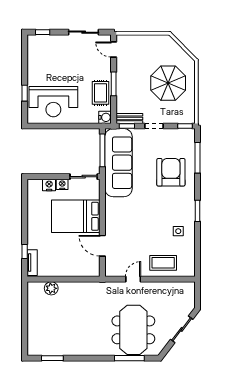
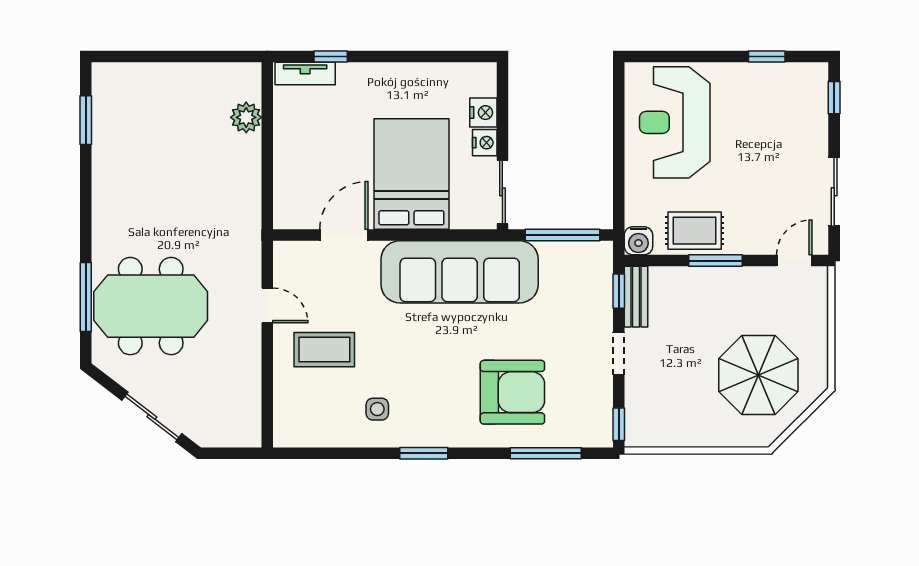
parasol: (168, 83) -> (758, 375), moved
window: (25, 93) -> (767, 56), moved
sofa: (118, 163) -> (460, 272), moved
coffee table: (163, 263) -> (324, 350), moved, turned 90

